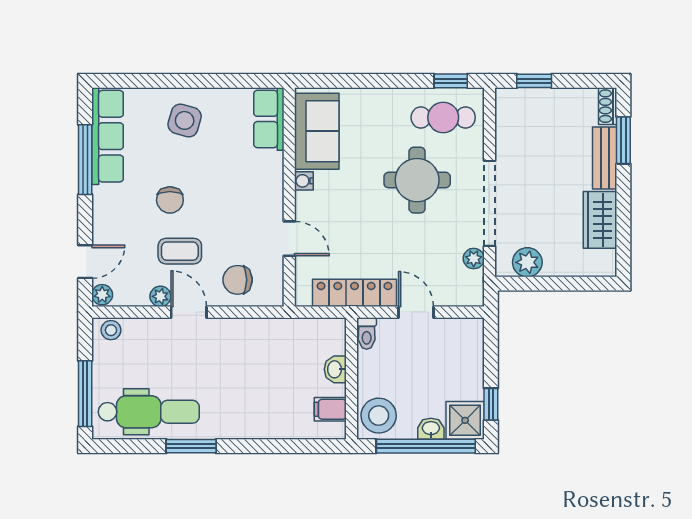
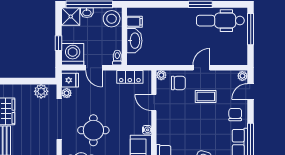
chair: (170, 200) -> (235, 115), moved
fridge: (466, 286) -> (70, 80), added
locker: (354, 293) -> (130, 77), width x0.66
plant: (160, 296) -> (161, 75), moved
door: (189, 312) -> (201, 68), swing flipped
stool: (111, 330) -> (238, 59), removed
washing machine: (461, 341) -> (73, 54), added
washbasin: (335, 369) -> (134, 41), width x1.91, depth x1.45
window: (491, 404) -> (59, 43), moved

